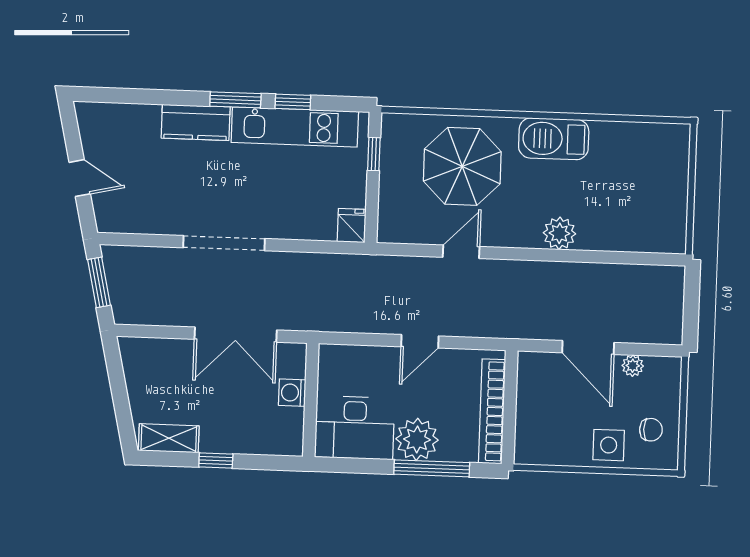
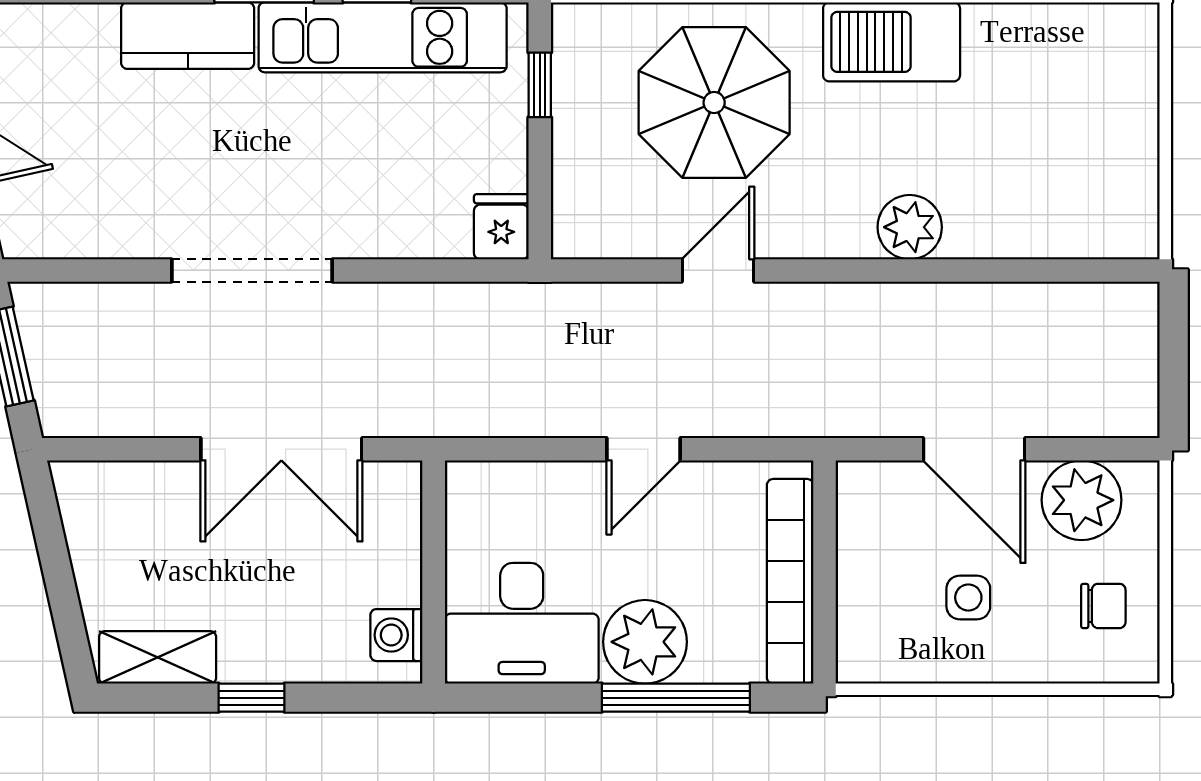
plant: (633, 366) -> (1082, 500), width x1.88, depth x1.88
washing machine: (292, 393) -> (396, 635), moved
side table: (609, 445) -> (968, 597), moved, width x0.73, depth x0.73

